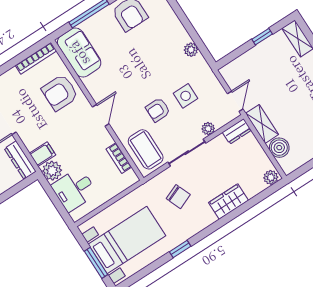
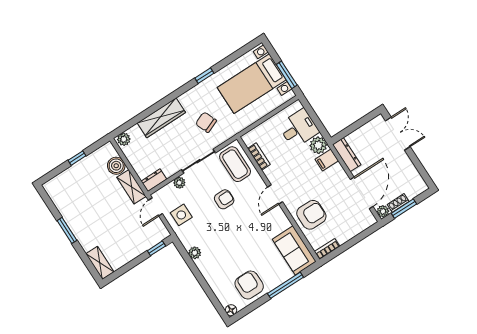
window: (262, 37) -> (156, 248), moved
bookcase: (36, 58) -> (327, 249), width x0.64
side table: (186, 96) -> (181, 215), moved
wardrobe: (228, 202) -> (161, 118), width x1.50
window: (96, 263) -> (287, 75), moved

